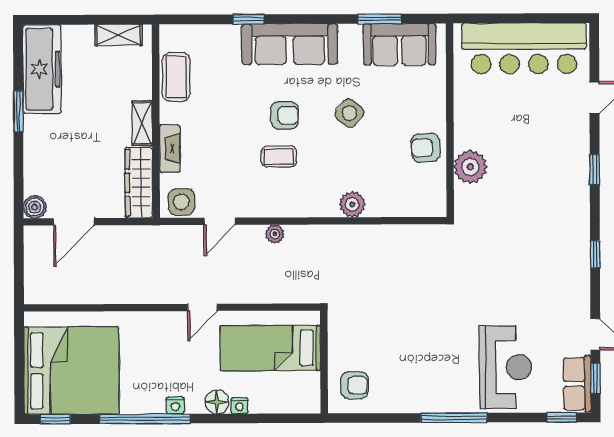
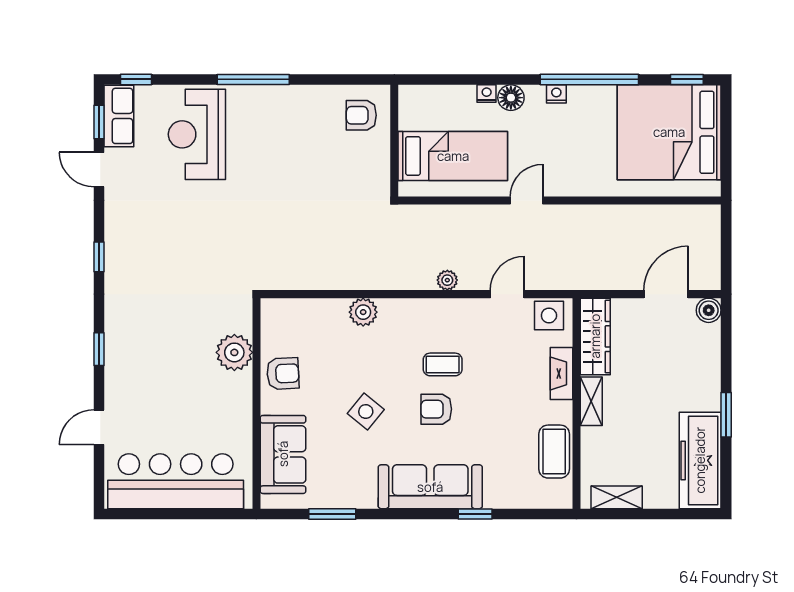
sofa: (400, 44) -> (283, 454), moved, turned 90

